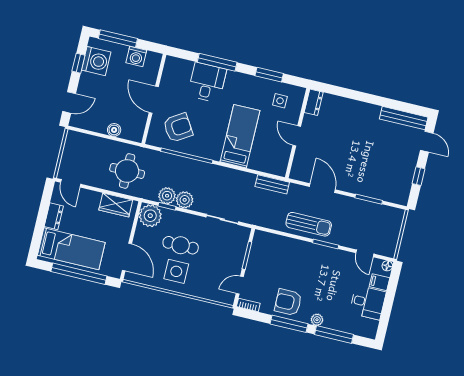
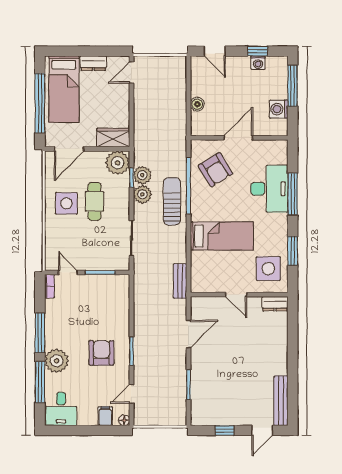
washing machine: (96, 61) -> (258, 63), width x0.53, depth x0.53
desk: (207, 82) -> (269, 189), width x1.37
side table: (280, 101) -> (268, 269), width x1.87, depth x1.87
door: (297, 136) -> (236, 295), swing flipped
round table: (127, 171) -> (158, 128), removed
wardrobe: (116, 205) -> (113, 138), moved, turned 90
sun lounger: (309, 224) -> (172, 201), moved, turned 180
armchair: (288, 302) -> (101, 353), moved
desk: (368, 303) -> (61, 409), moved
plant: (317, 320) -> (57, 361), width x1.87, depth x1.87

